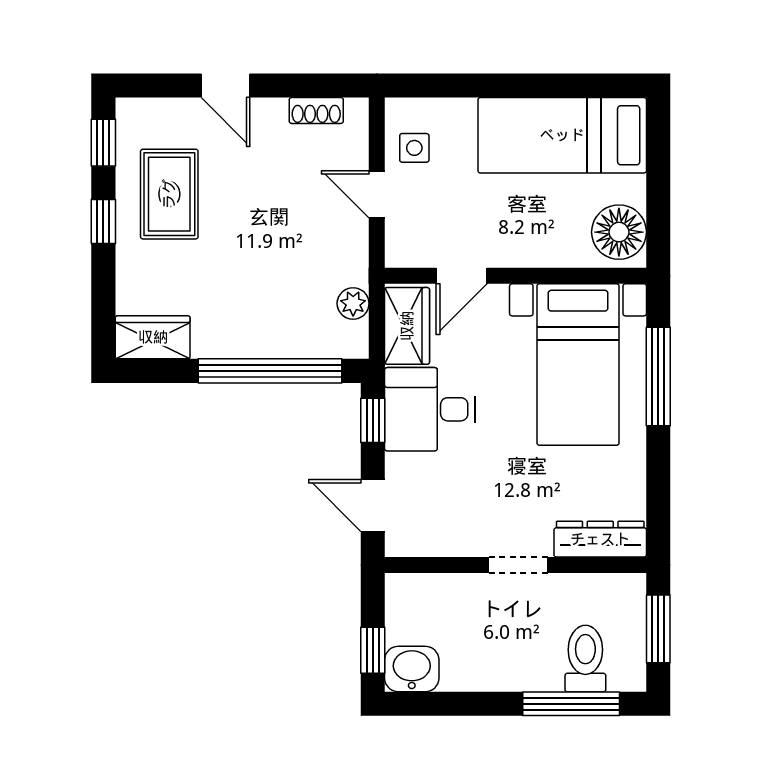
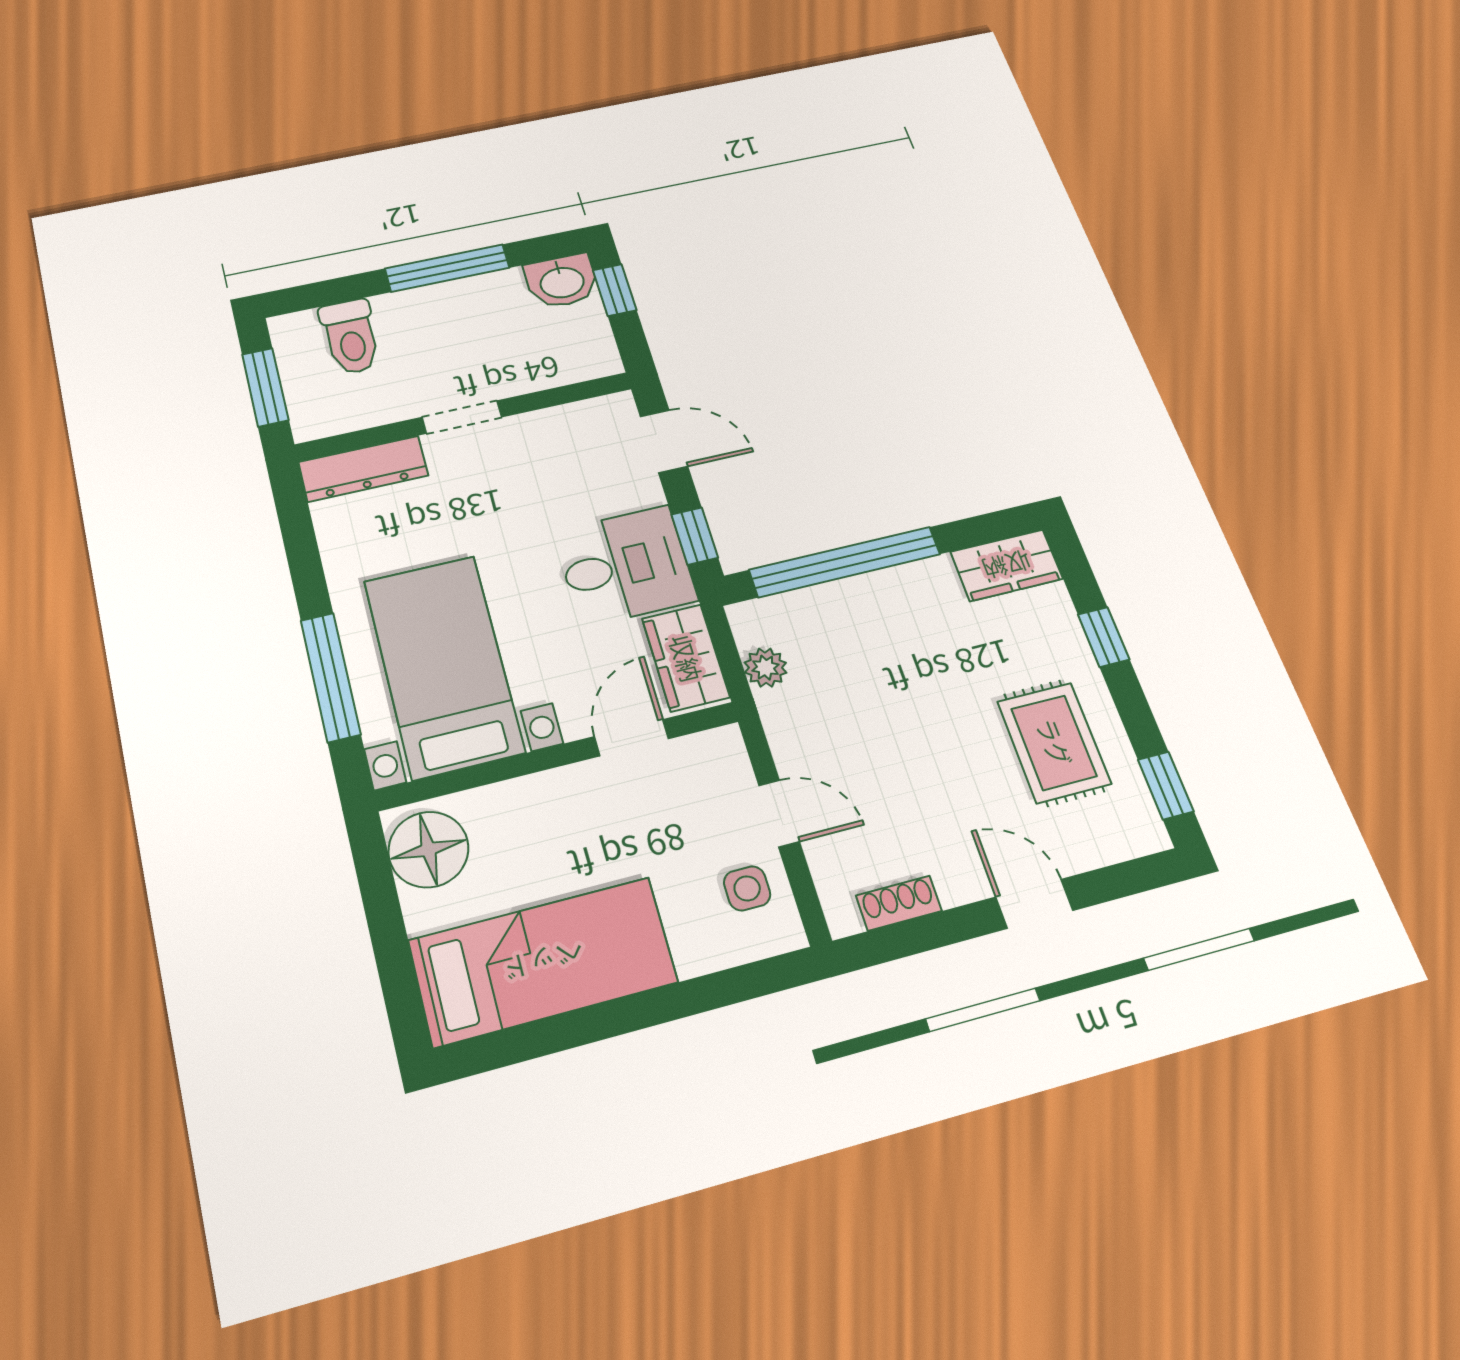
window: (103, 222) -> (1104, 637), moved
window: (571, 704) -> (447, 268), moved

